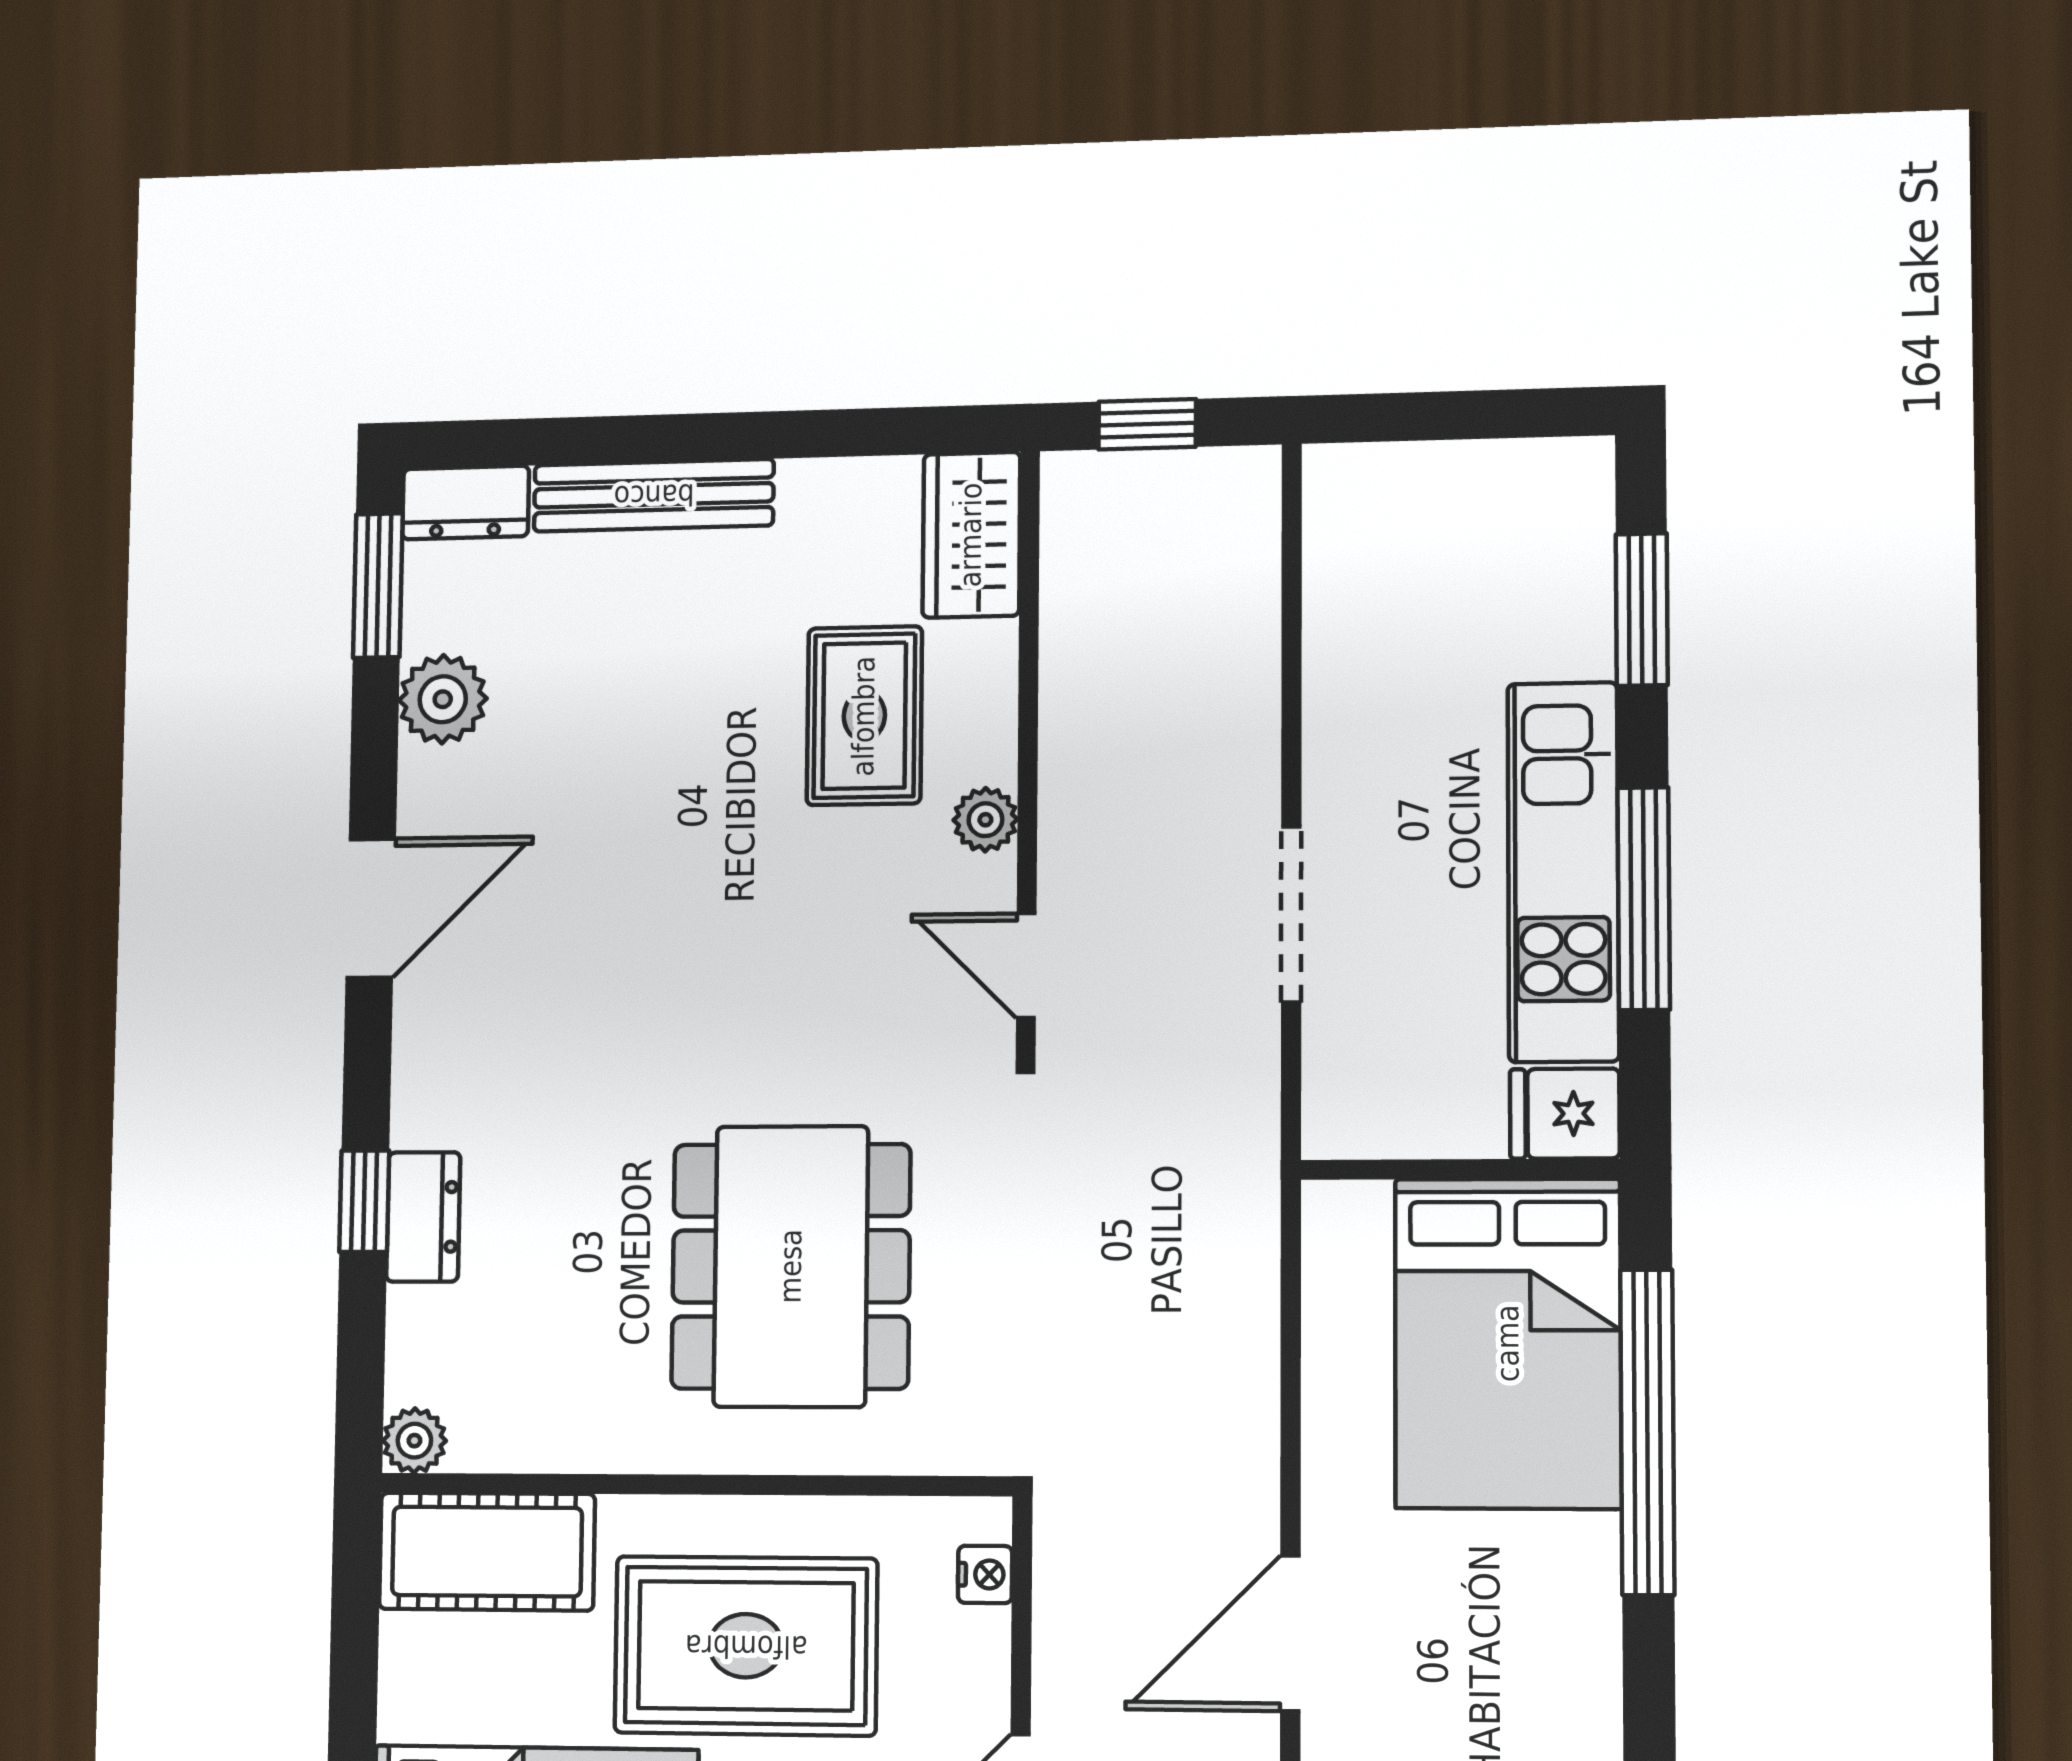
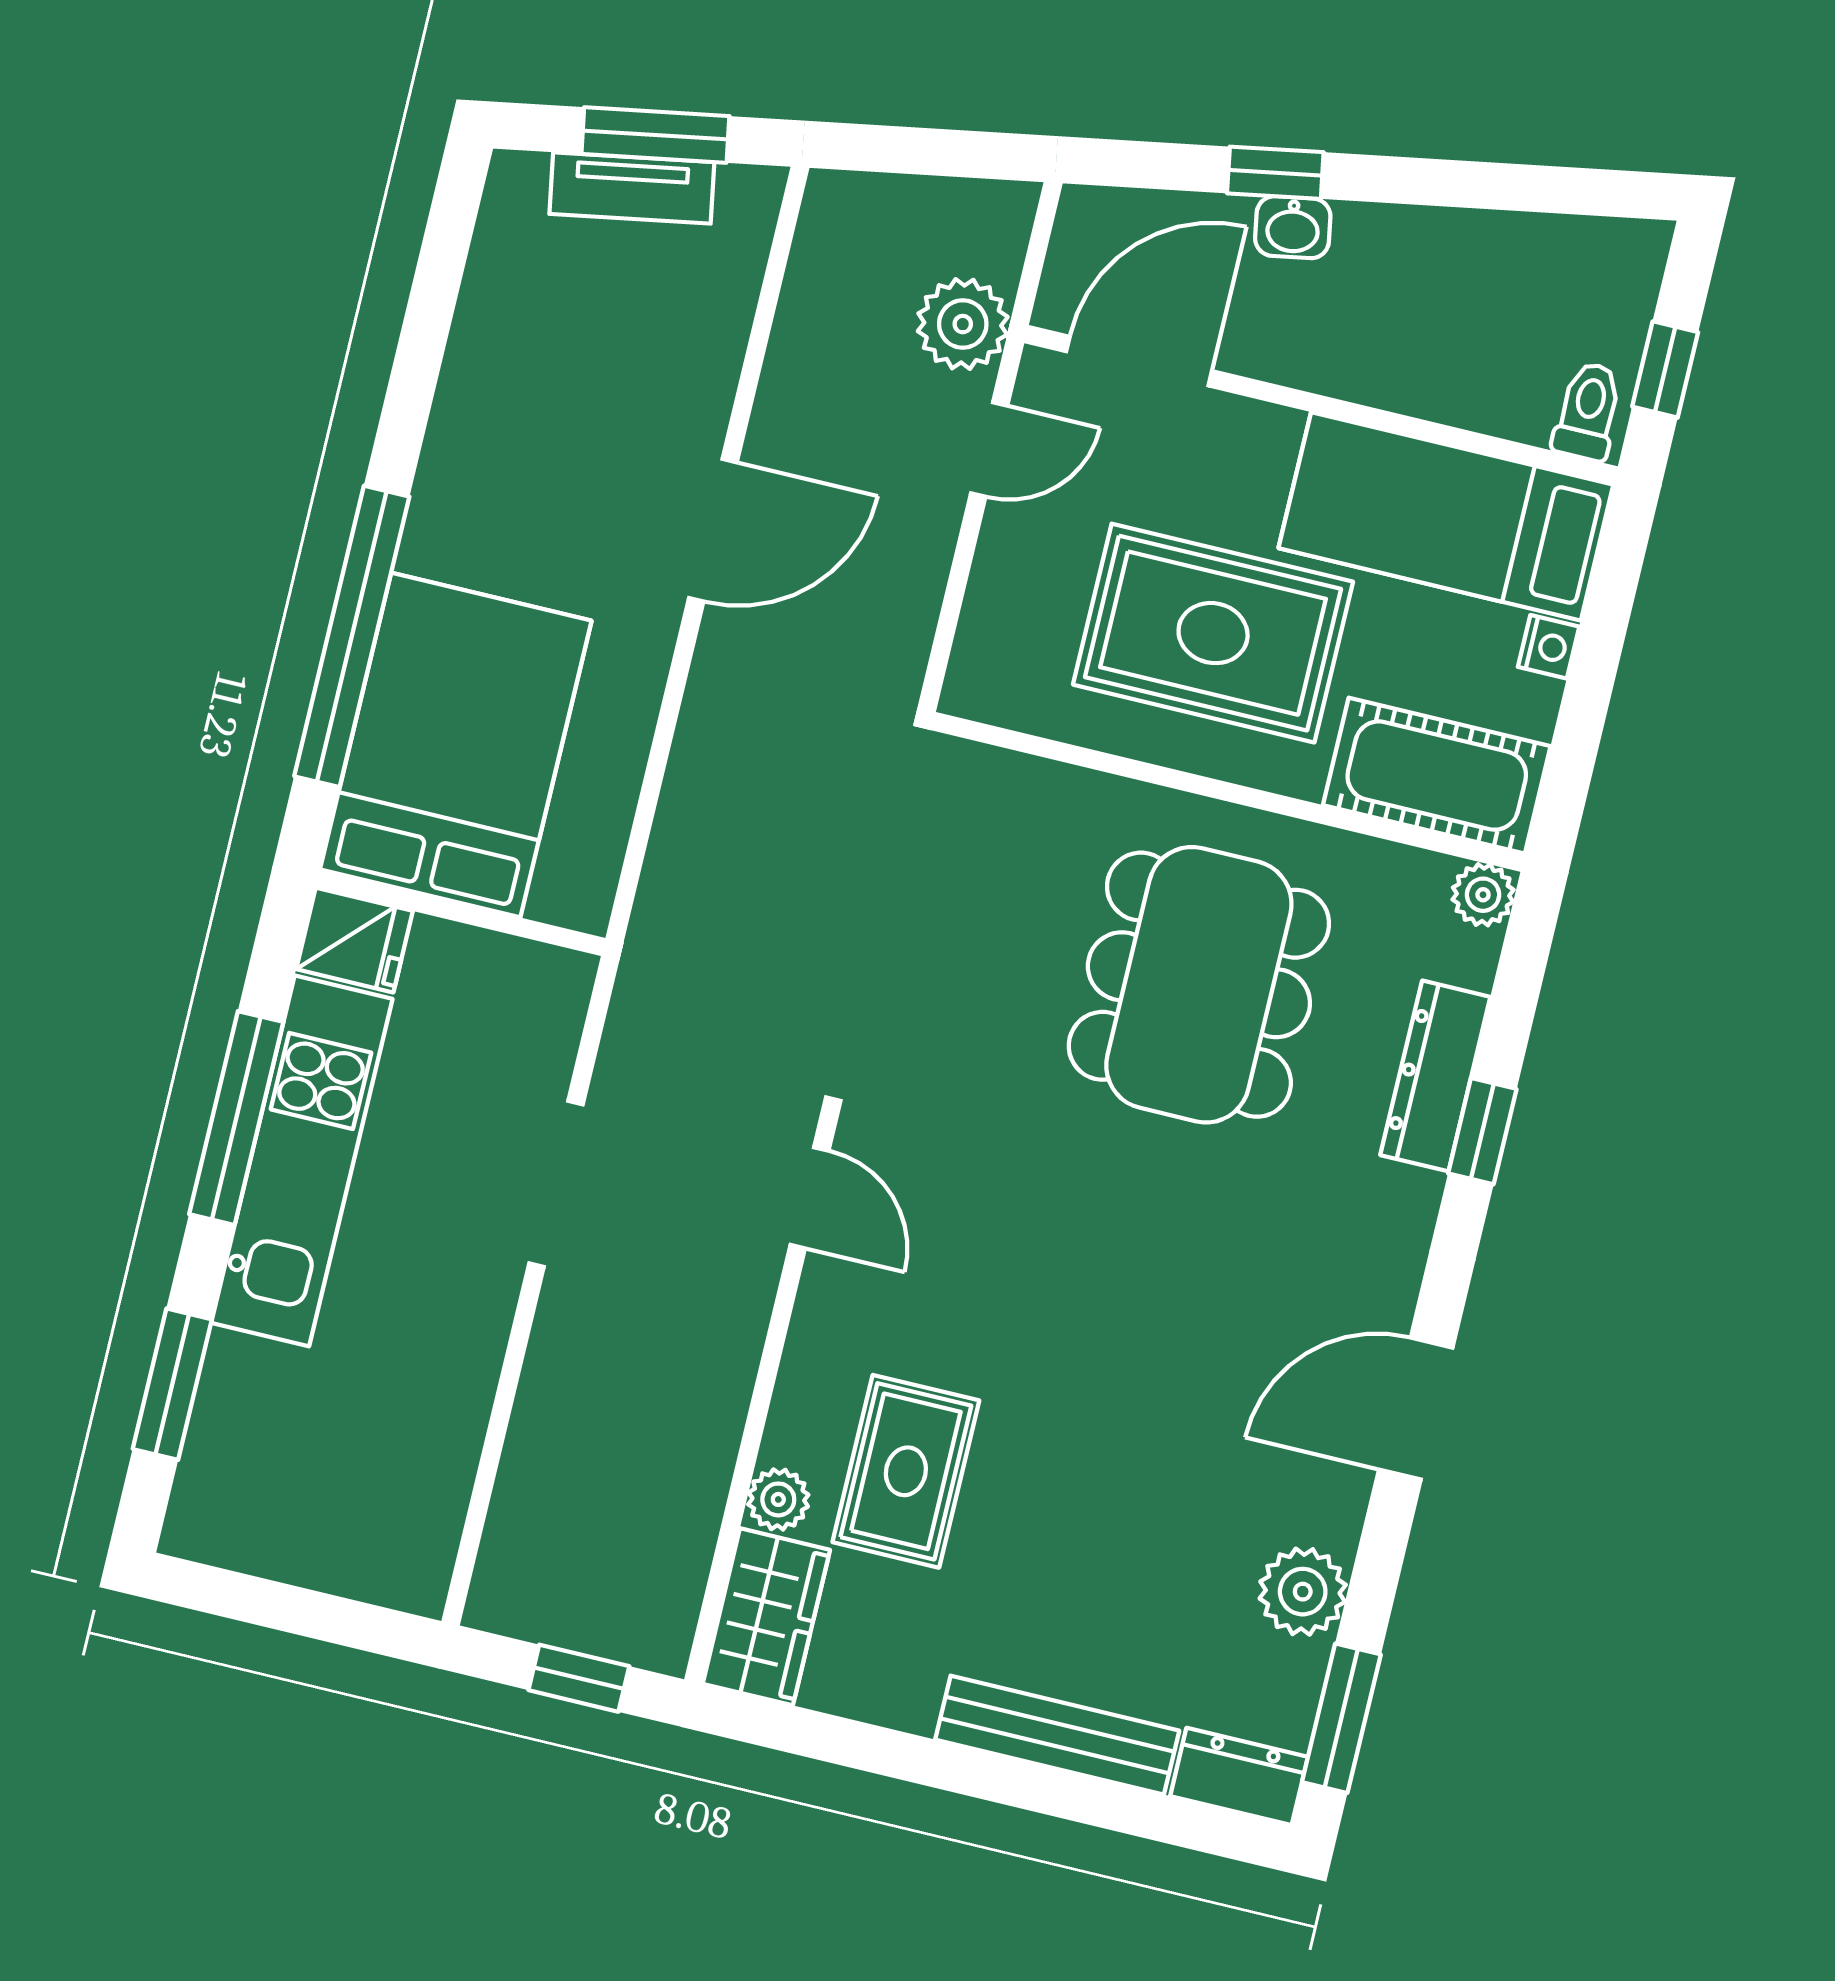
plant: (985, 820) -> (778, 1499), moved
dresser: (423, 1217) -> (1435, 1076), width x1.44
dining table: (791, 1266) -> (1199, 985), moved
nightstand: (985, 1574) -> (1549, 647), moved, turned 180

